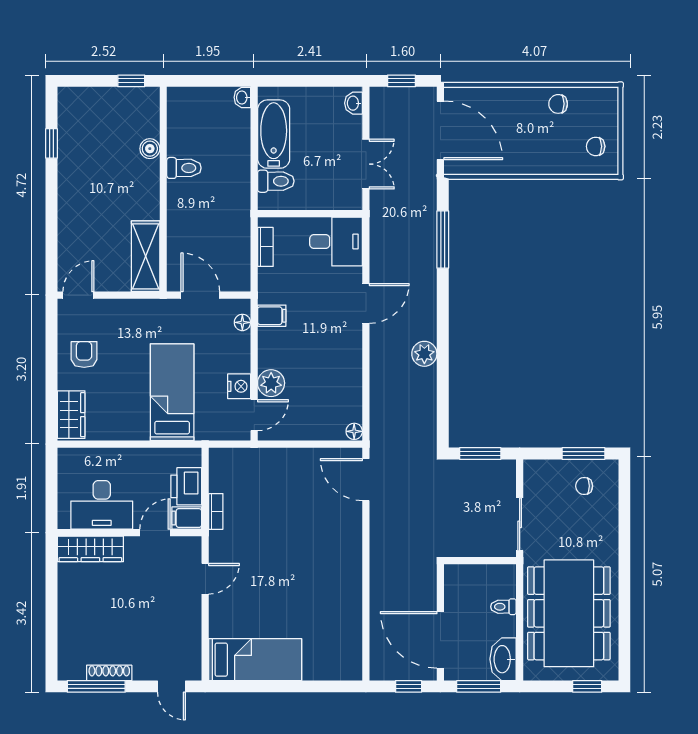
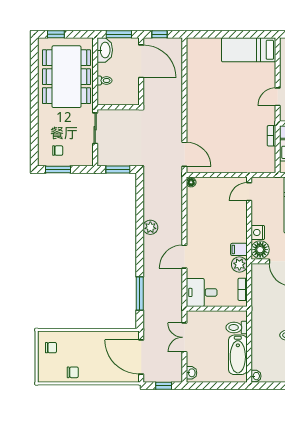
floor lamp: (242, 322) -> (260, 250), width x1.89, depth x1.89
plant: (271, 383) -> (239, 264), moved
nightstand: (239, 386) -> (258, 232), moved

